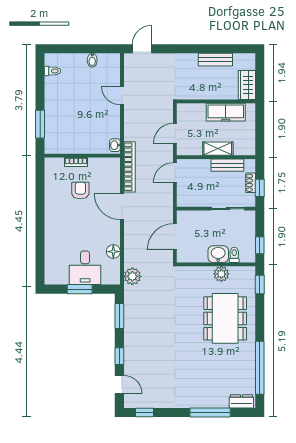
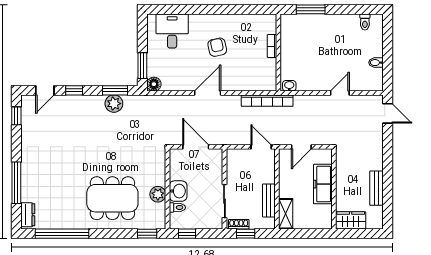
freezer: (226, 112) -> (323, 184), moved
door: (175, 133) -> (301, 147), swing flipped
shelving: (218, 149) -> (286, 214), moved
shoe rack: (251, 183) -> (239, 224), moved
armchair: (80, 191) -> (217, 47), moved, turned -102
door: (122, 207) -> (208, 93), moved
floor lamp: (113, 252) -> (154, 84), moved
desk: (85, 268) -> (172, 31), moved, turned 90
plant: (132, 276) -> (114, 104), moved
window: (80, 289) -> (142, 66), moved

